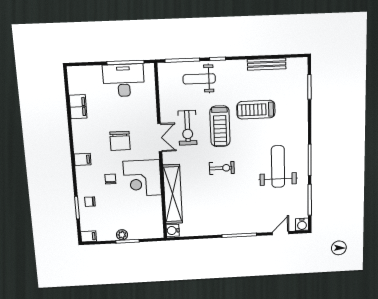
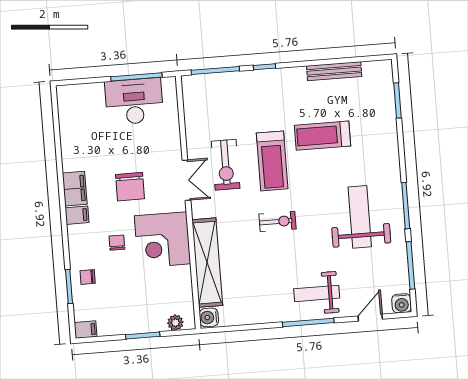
weight bench: (199, 79) -> (317, 293), moved
filing cabinet: (78, 107) -> (75, 189), moved
plant: (122, 235) -> (175, 323), moved

